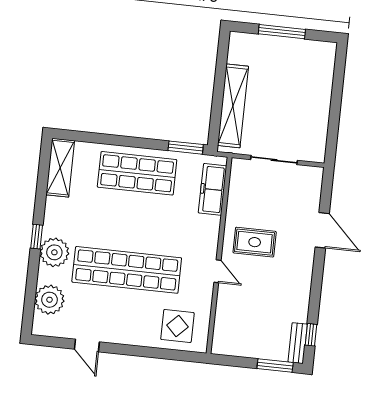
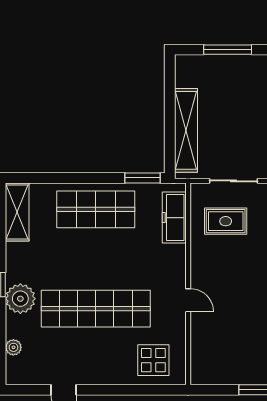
rug: (255, 242) -> (226, 221), moved
plant: (49, 300) -> (13, 347), width x0.53, depth x0.53

